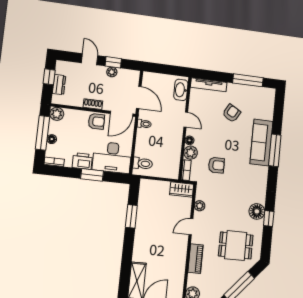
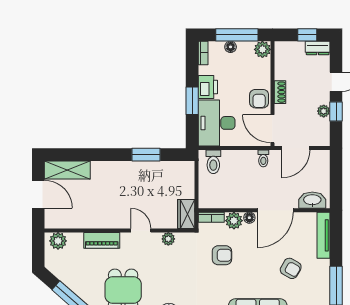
dresser: (59, 85) -> (318, 48), moved
door: (186, 120) -> (275, 210), width x1.88
armchair: (216, 165) -> (222, 255), turned -90

